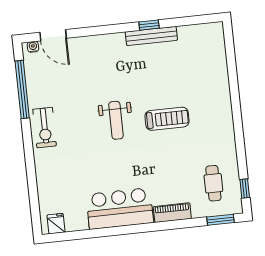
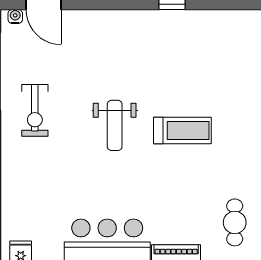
bench: (151, 36) -> (173, 19), removed
exercise bike: (45, 128) -> (35, 110), moved

